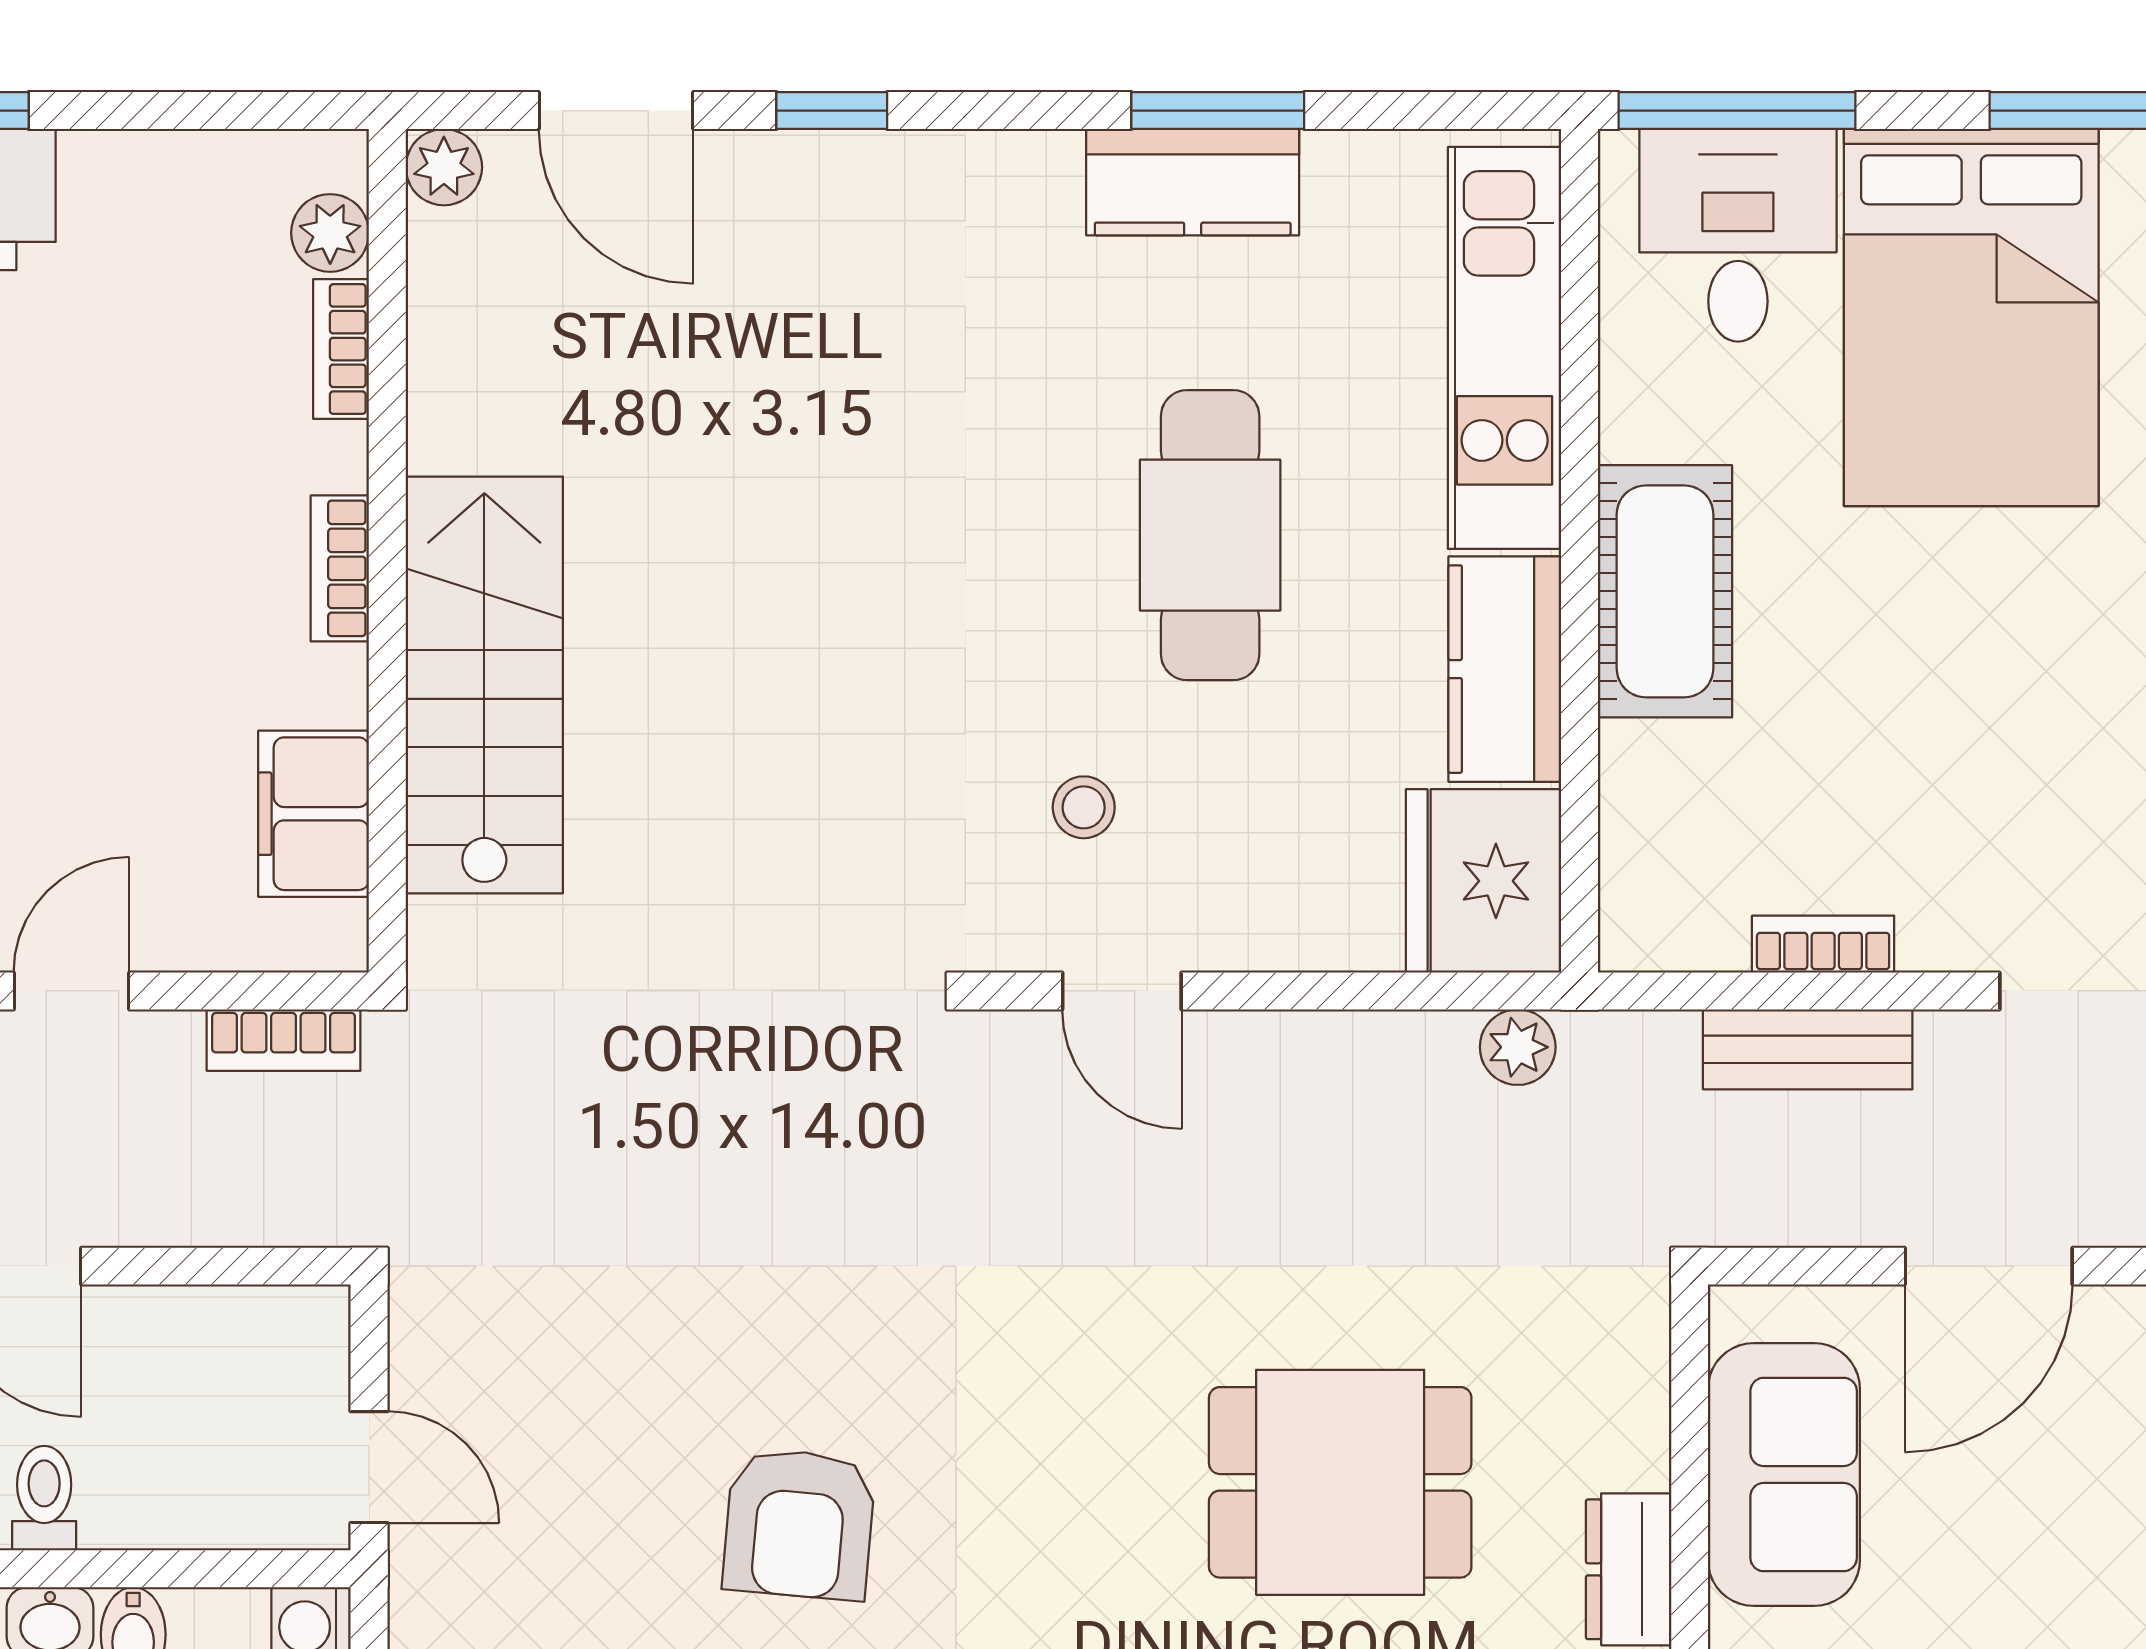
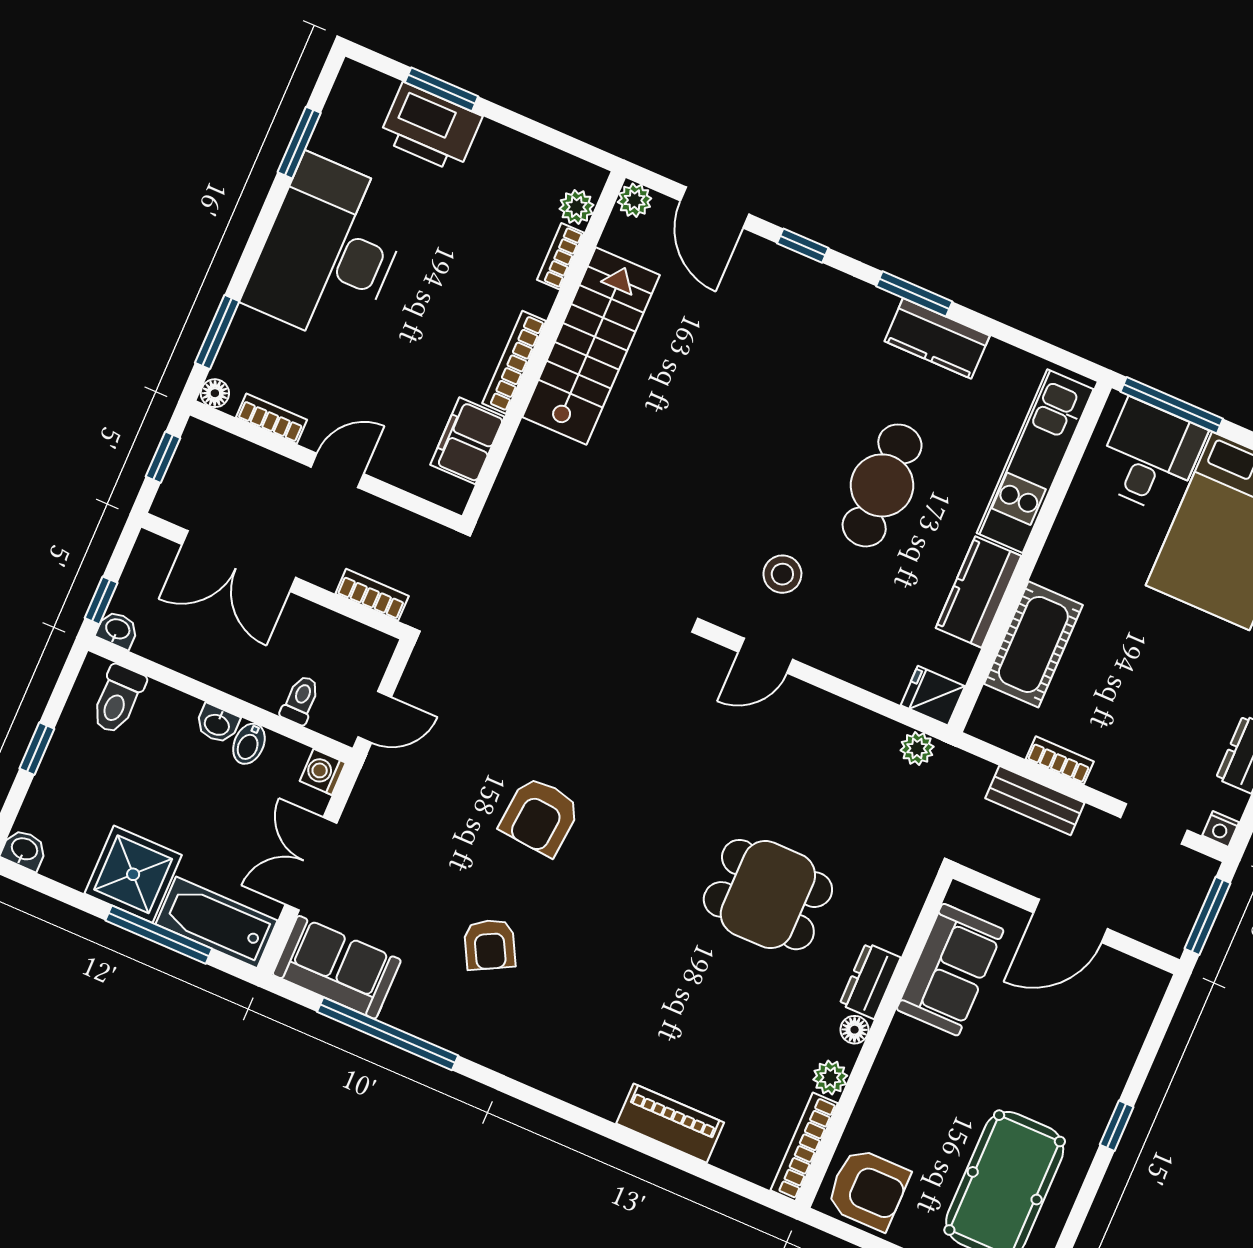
window: (1218, 111) -> (914, 294), moved
bookcase: (340, 568) -> (514, 362), width x1.56
cot: (1665, 591) -> (1033, 644), moved
stairs: (484, 685) -> (591, 346), moved
stool: (1084, 807) -> (782, 574), width x1.37, depth x1.37
fridge: (1484, 881) -> (933, 696), width x0.53, depth x0.75
door: (1122, 991) -> (766, 656), hinge flipped
bookcase: (284, 1040) -> (372, 595), moved, turned 180
door: (369, 1467) -> (375, 717), hinge flipped
toilet: (44, 1498) -> (300, 700), moved

